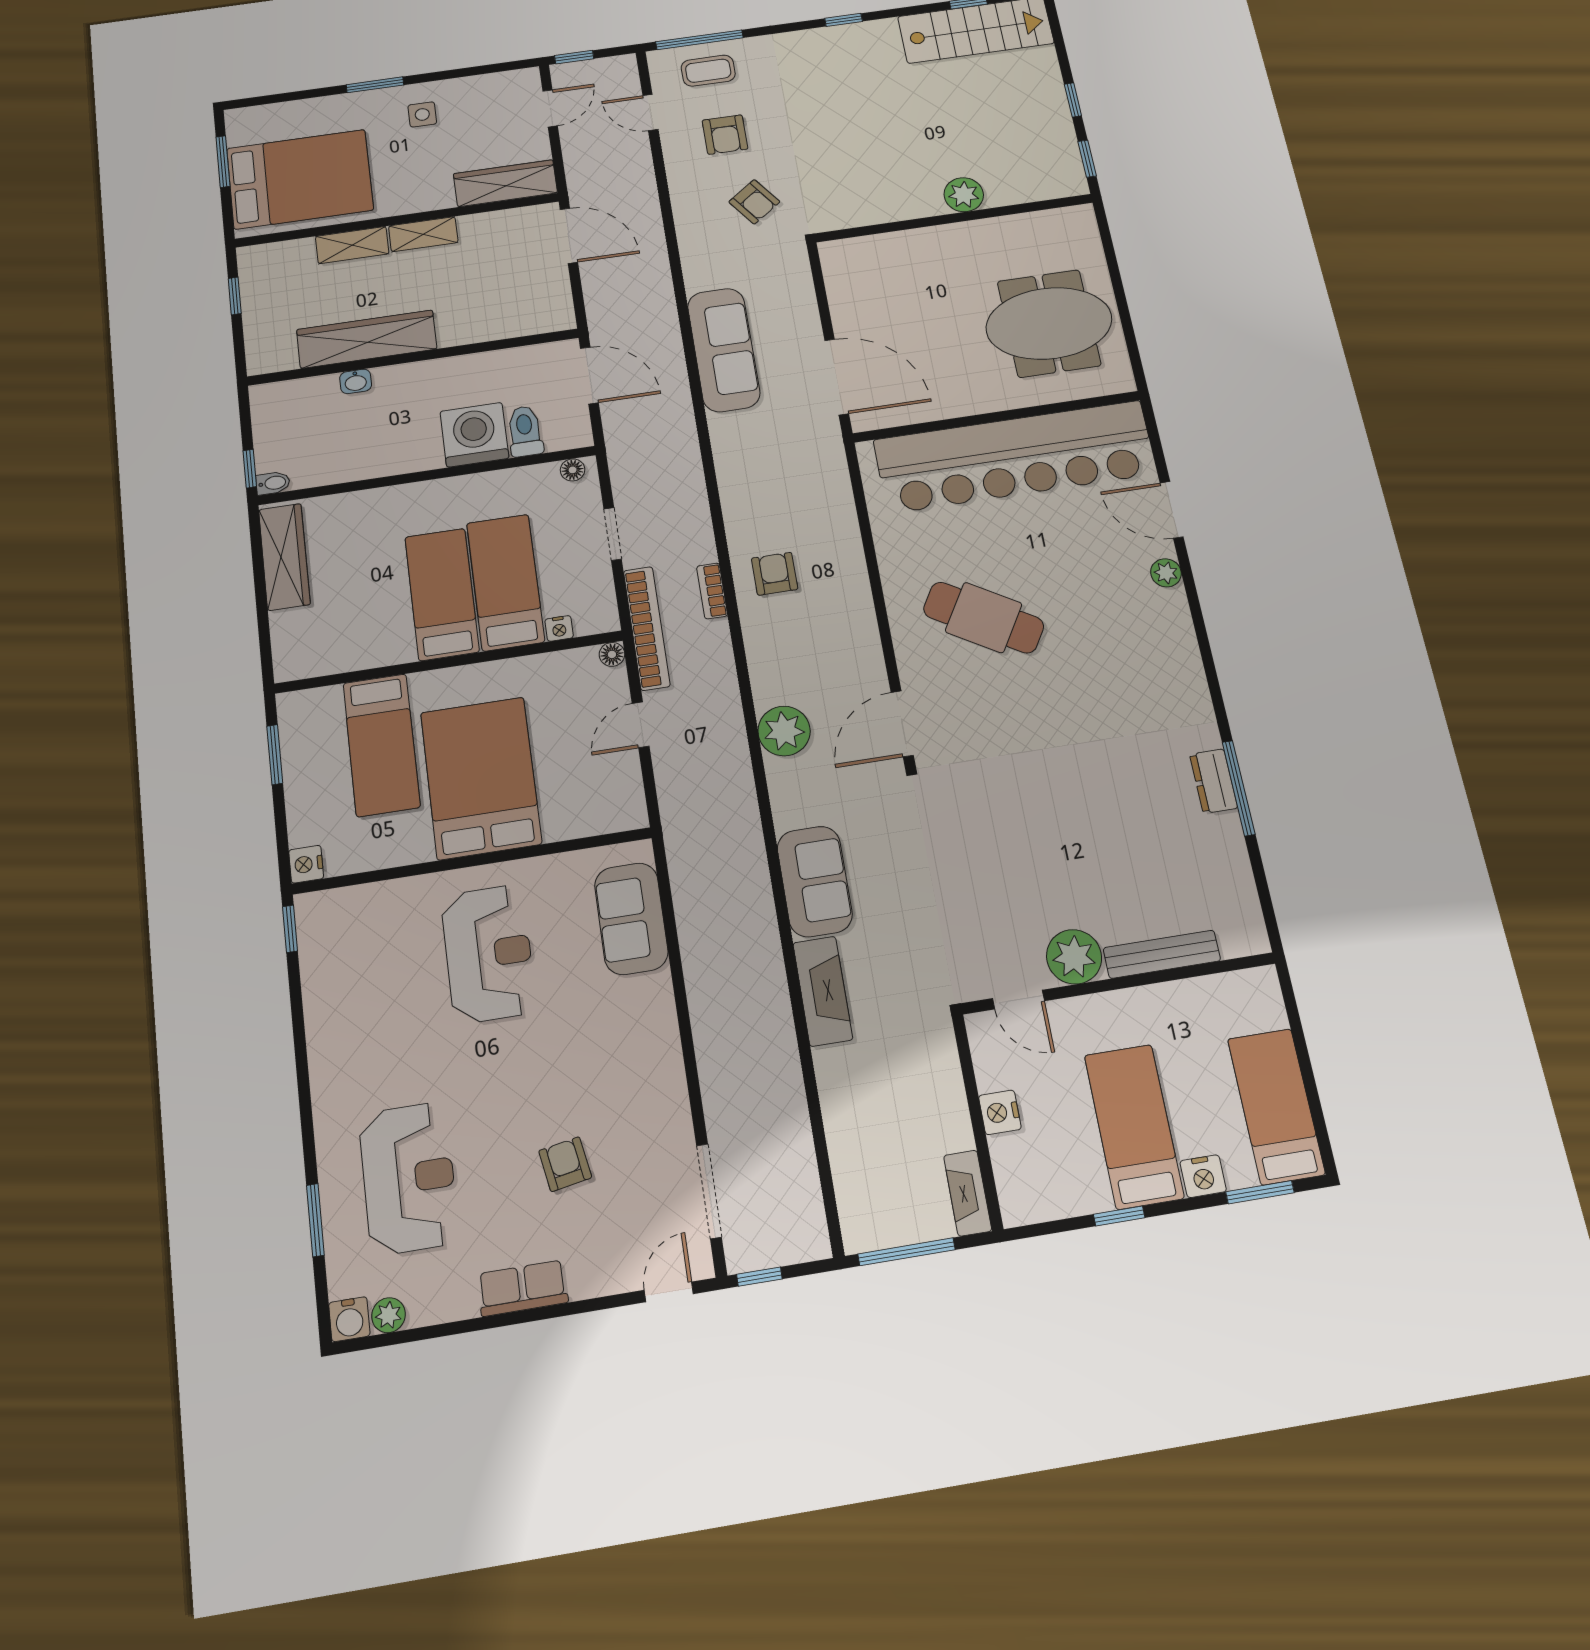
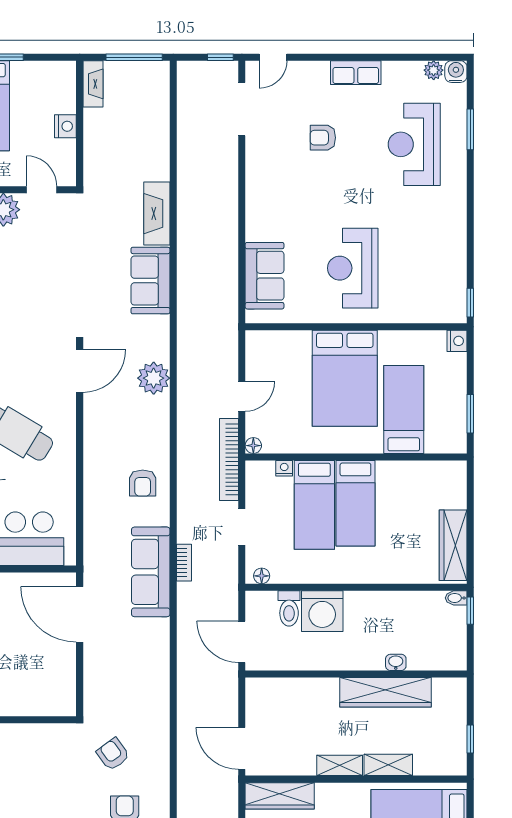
sofa: (724, 350) -> (151, 572), moved
bookcase: (712, 591) -> (184, 563), moved
armchair: (565, 1164) -> (323, 138), turned 100

